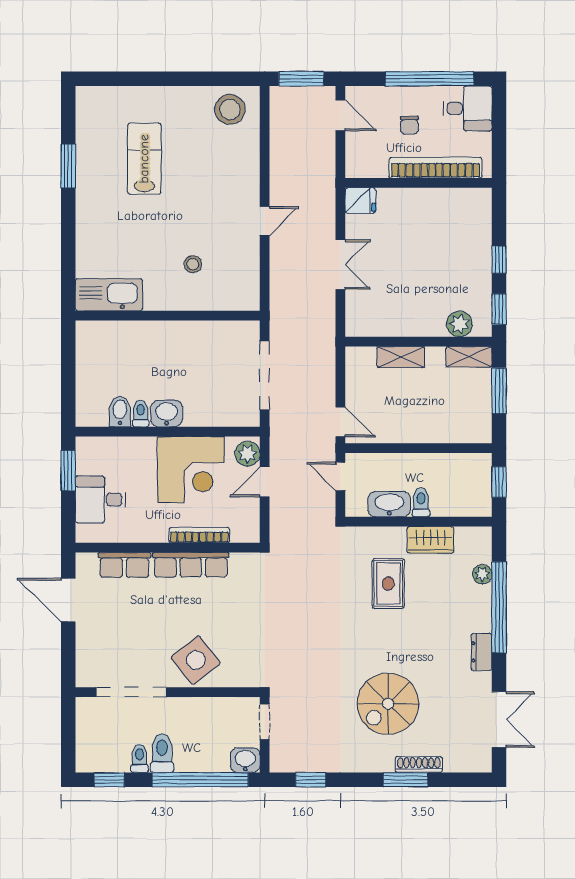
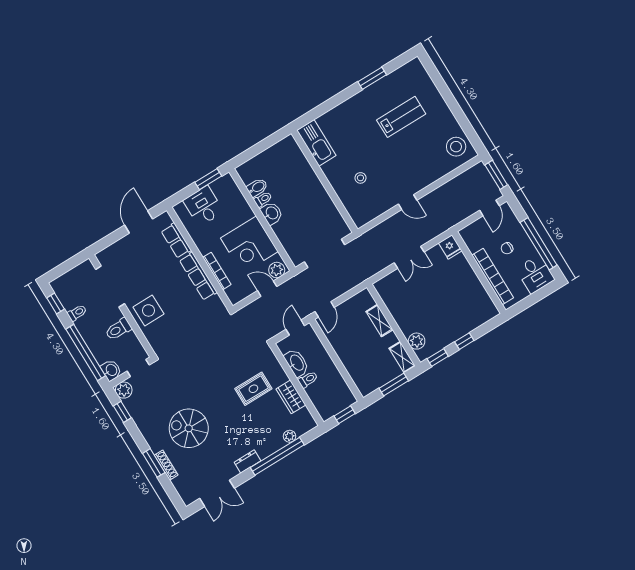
side table: (196, 660) -> (148, 310), turned 38
toilet: (162, 753) -> (118, 329), moved, turned 180
plant: (282, 760) -> (124, 390), added

